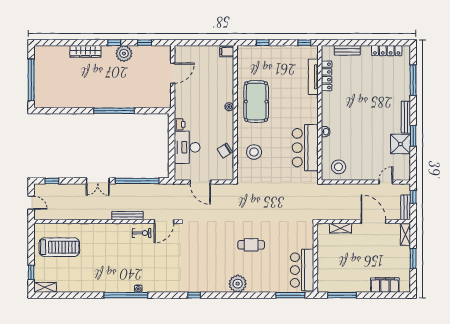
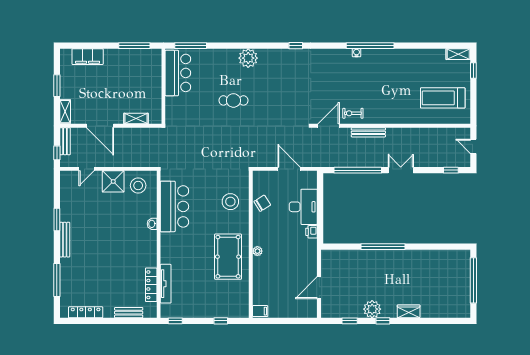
wardrobe: (85, 51) -> (409, 311), width x0.67
shower: (400, 144) -> (113, 181), moved

